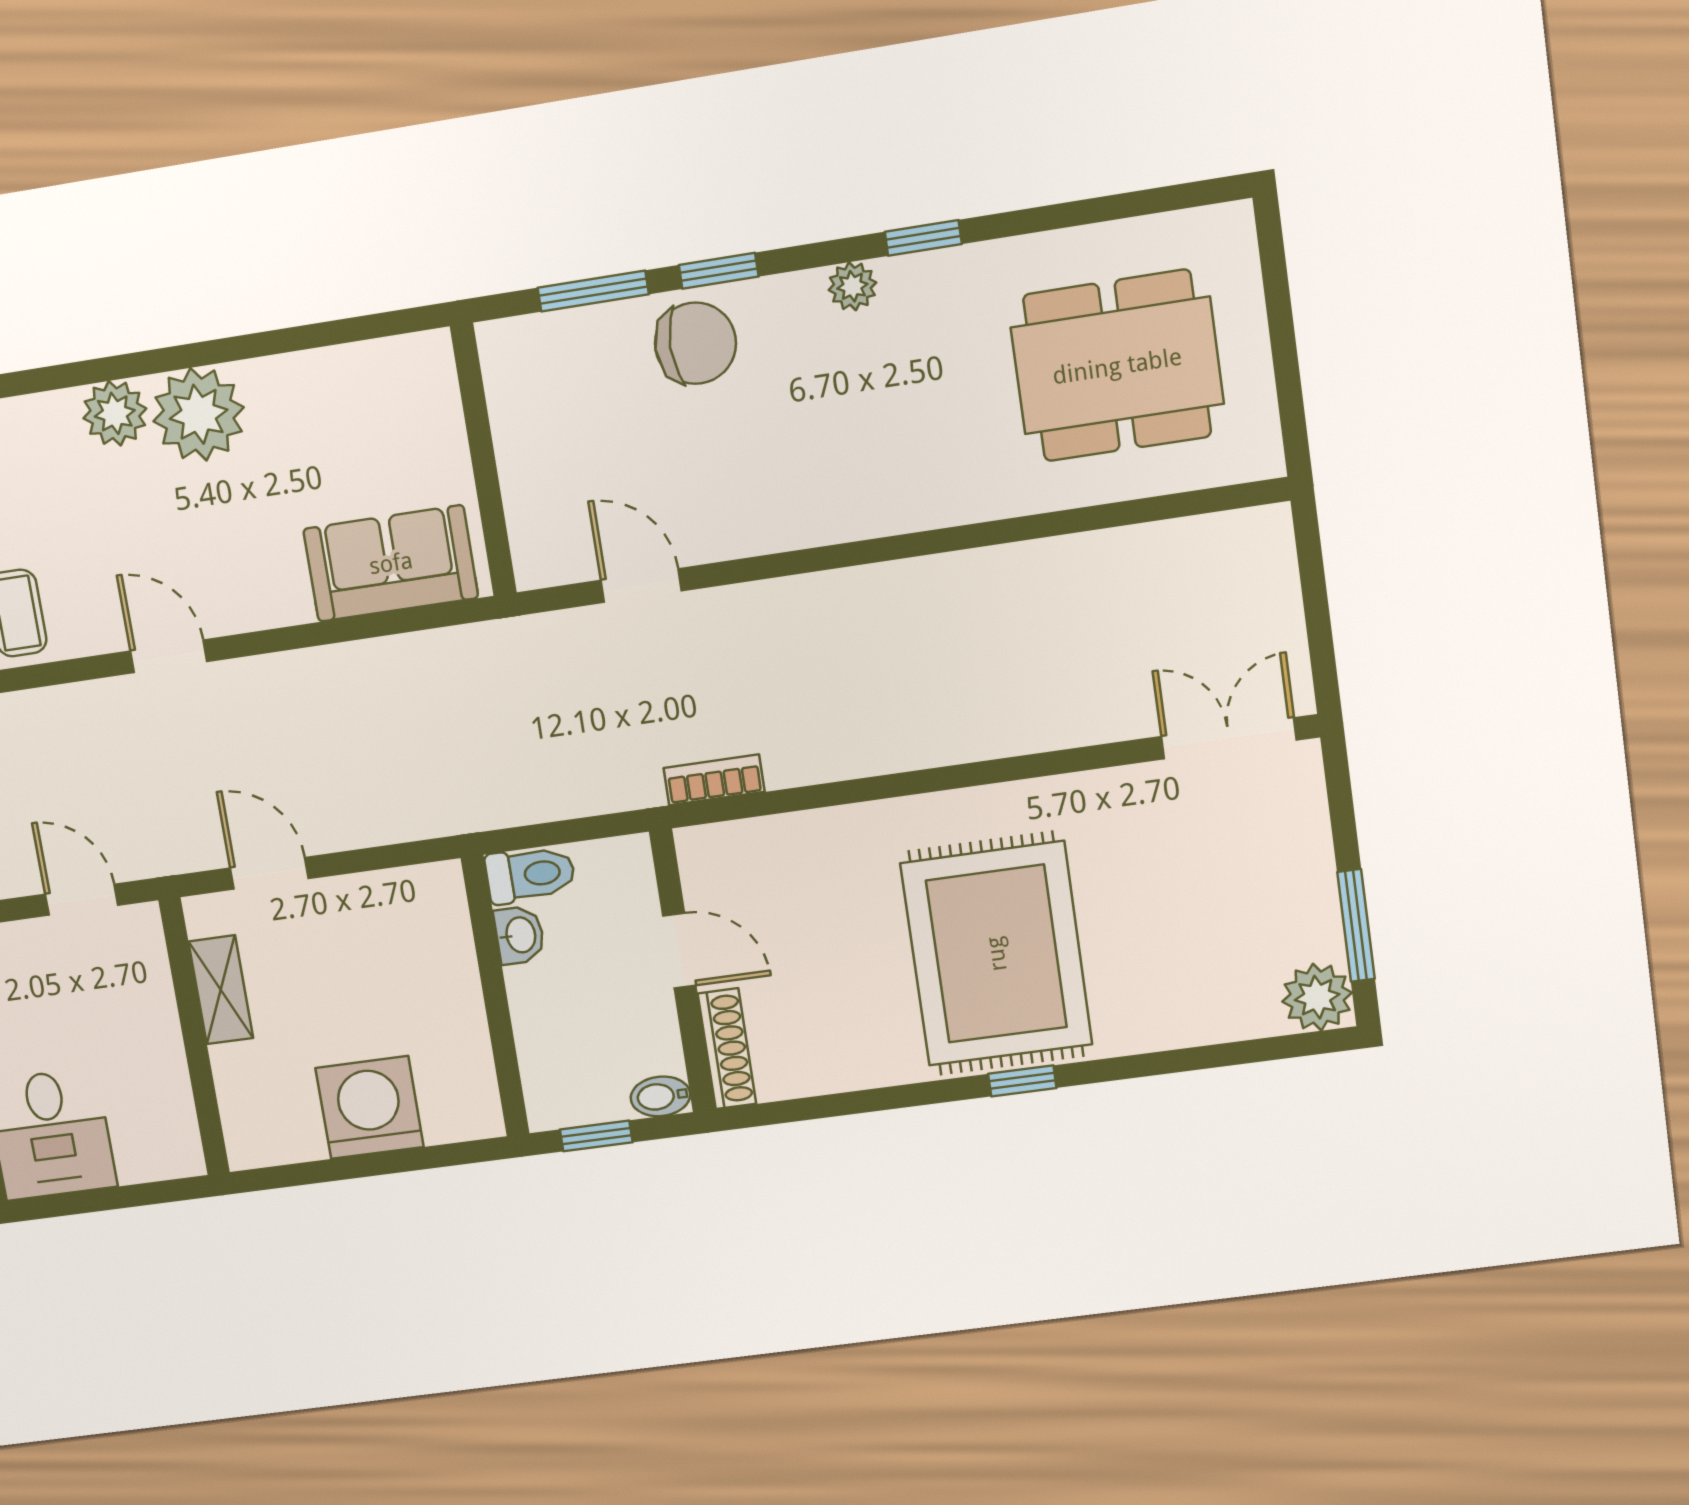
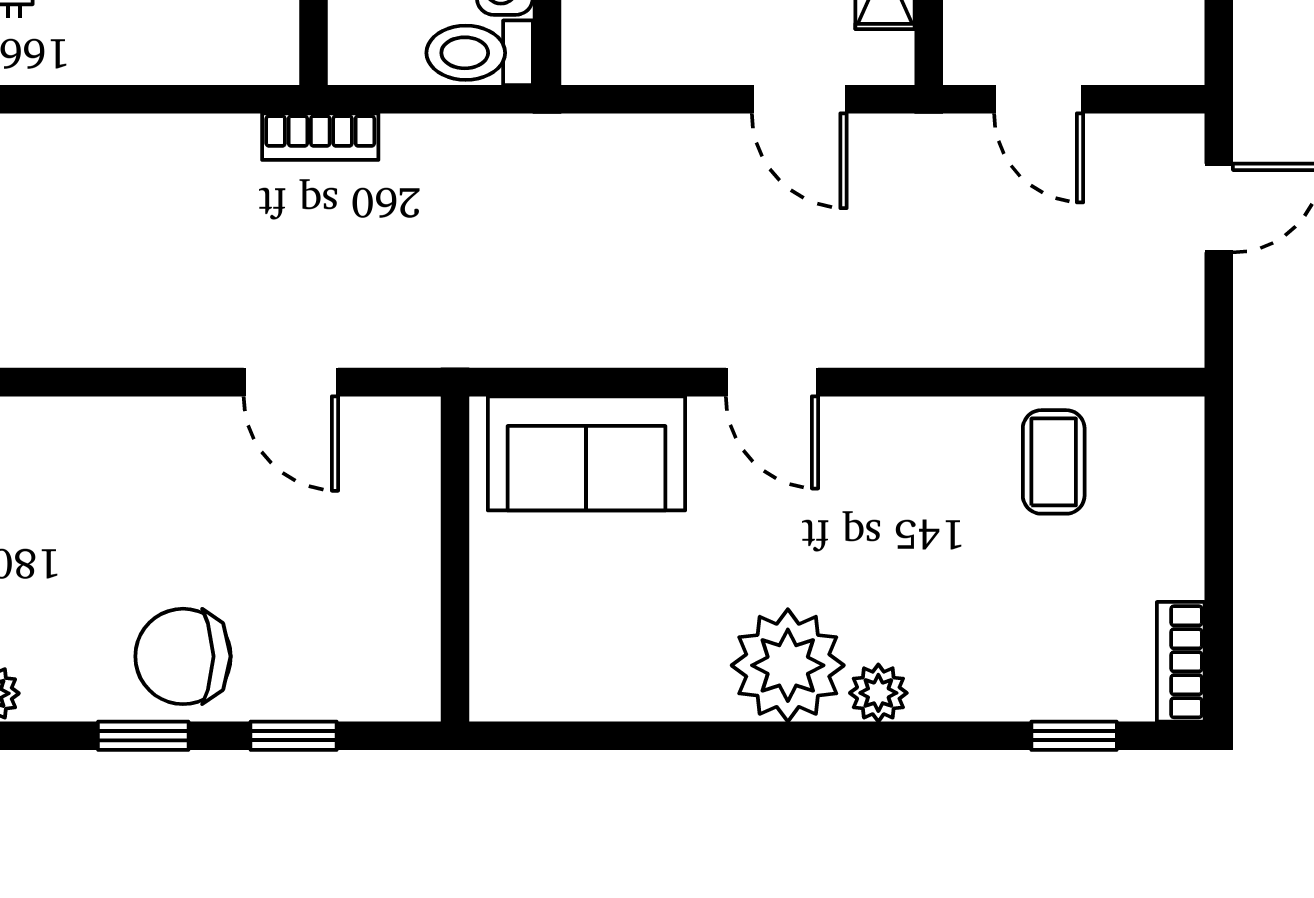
window: (593, 291) -> (294, 736), width x0.67
plant: (115, 413) -> (878, 693), width x0.73, depth x0.73
door: (169, 656) -> (772, 382), moved
bookcase: (714, 780) -> (320, 137), moved

